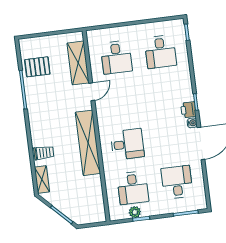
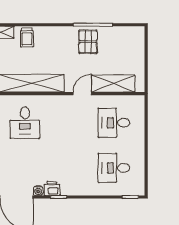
pallet: (37, 67) -> (88, 42), moved
door: (92, 92) -> (82, 94), swing flipped

